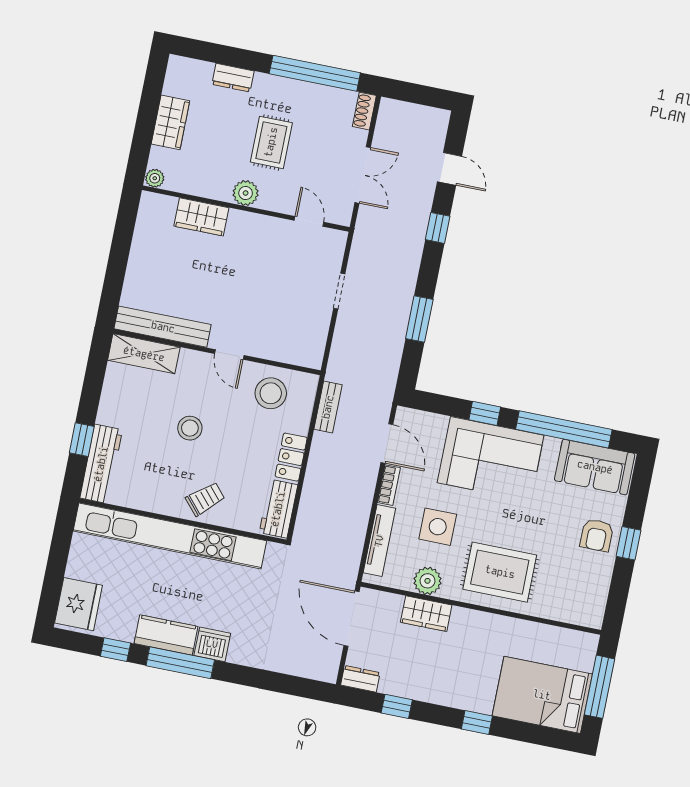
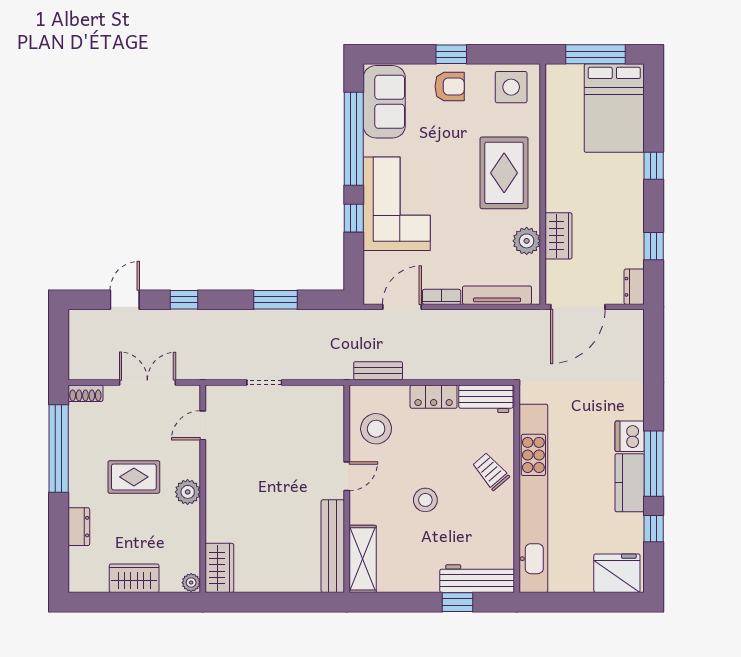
wardrobe: (201, 217) -> (219, 568), moved
side table: (438, 527) -> (511, 87), moved

